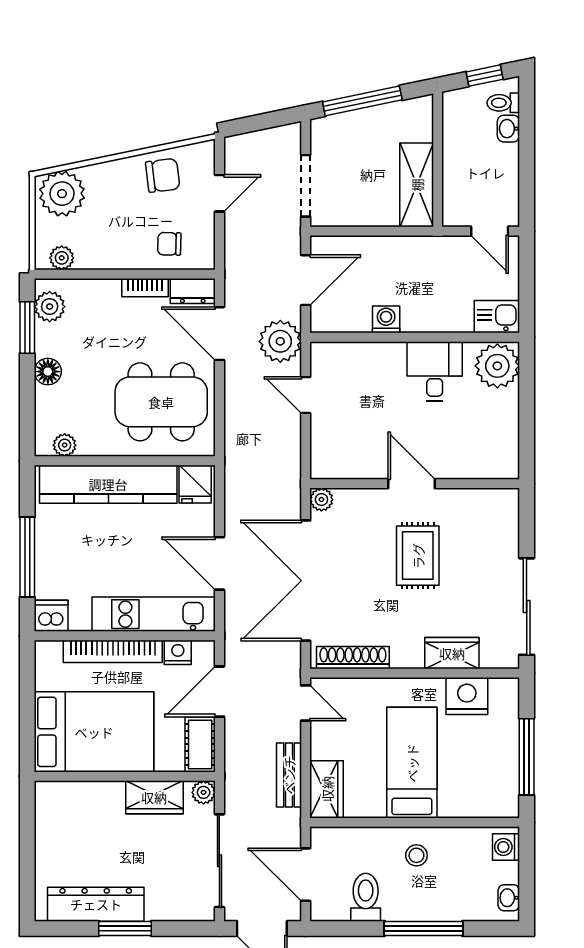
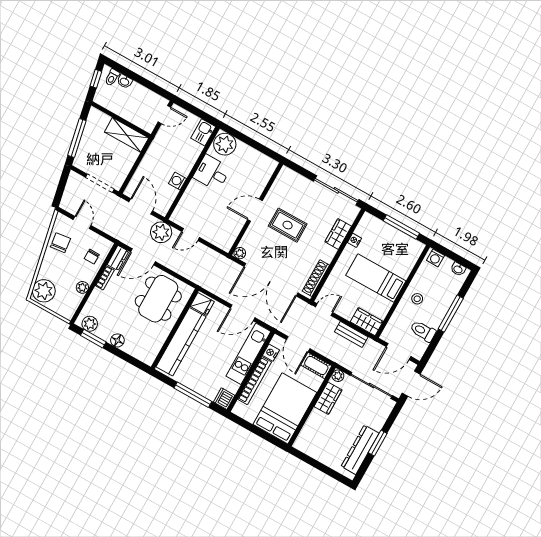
plant: (62, 258) -> (82, 287), moved
plant: (65, 445) -> (153, 351), removed
nightstand: (467, 696) -> (354, 240), width x0.53, depth x0.56

